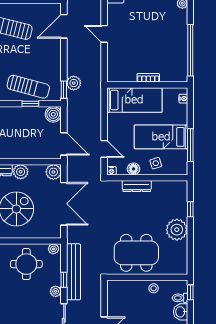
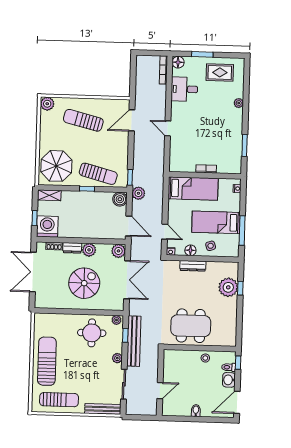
window: (190, 50) -> (245, 145), width x0.47
plant: (74, 83) -> (138, 193), moved
window: (30, 104) -> (87, 189), moved
plant: (177, 230) -> (228, 287), moved
window: (64, 280) -> (125, 335), moved

